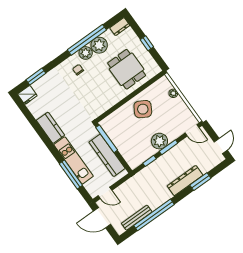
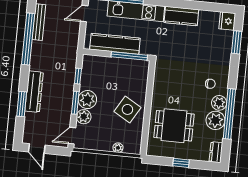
plant: (173, 134) -> (84, 117), added

